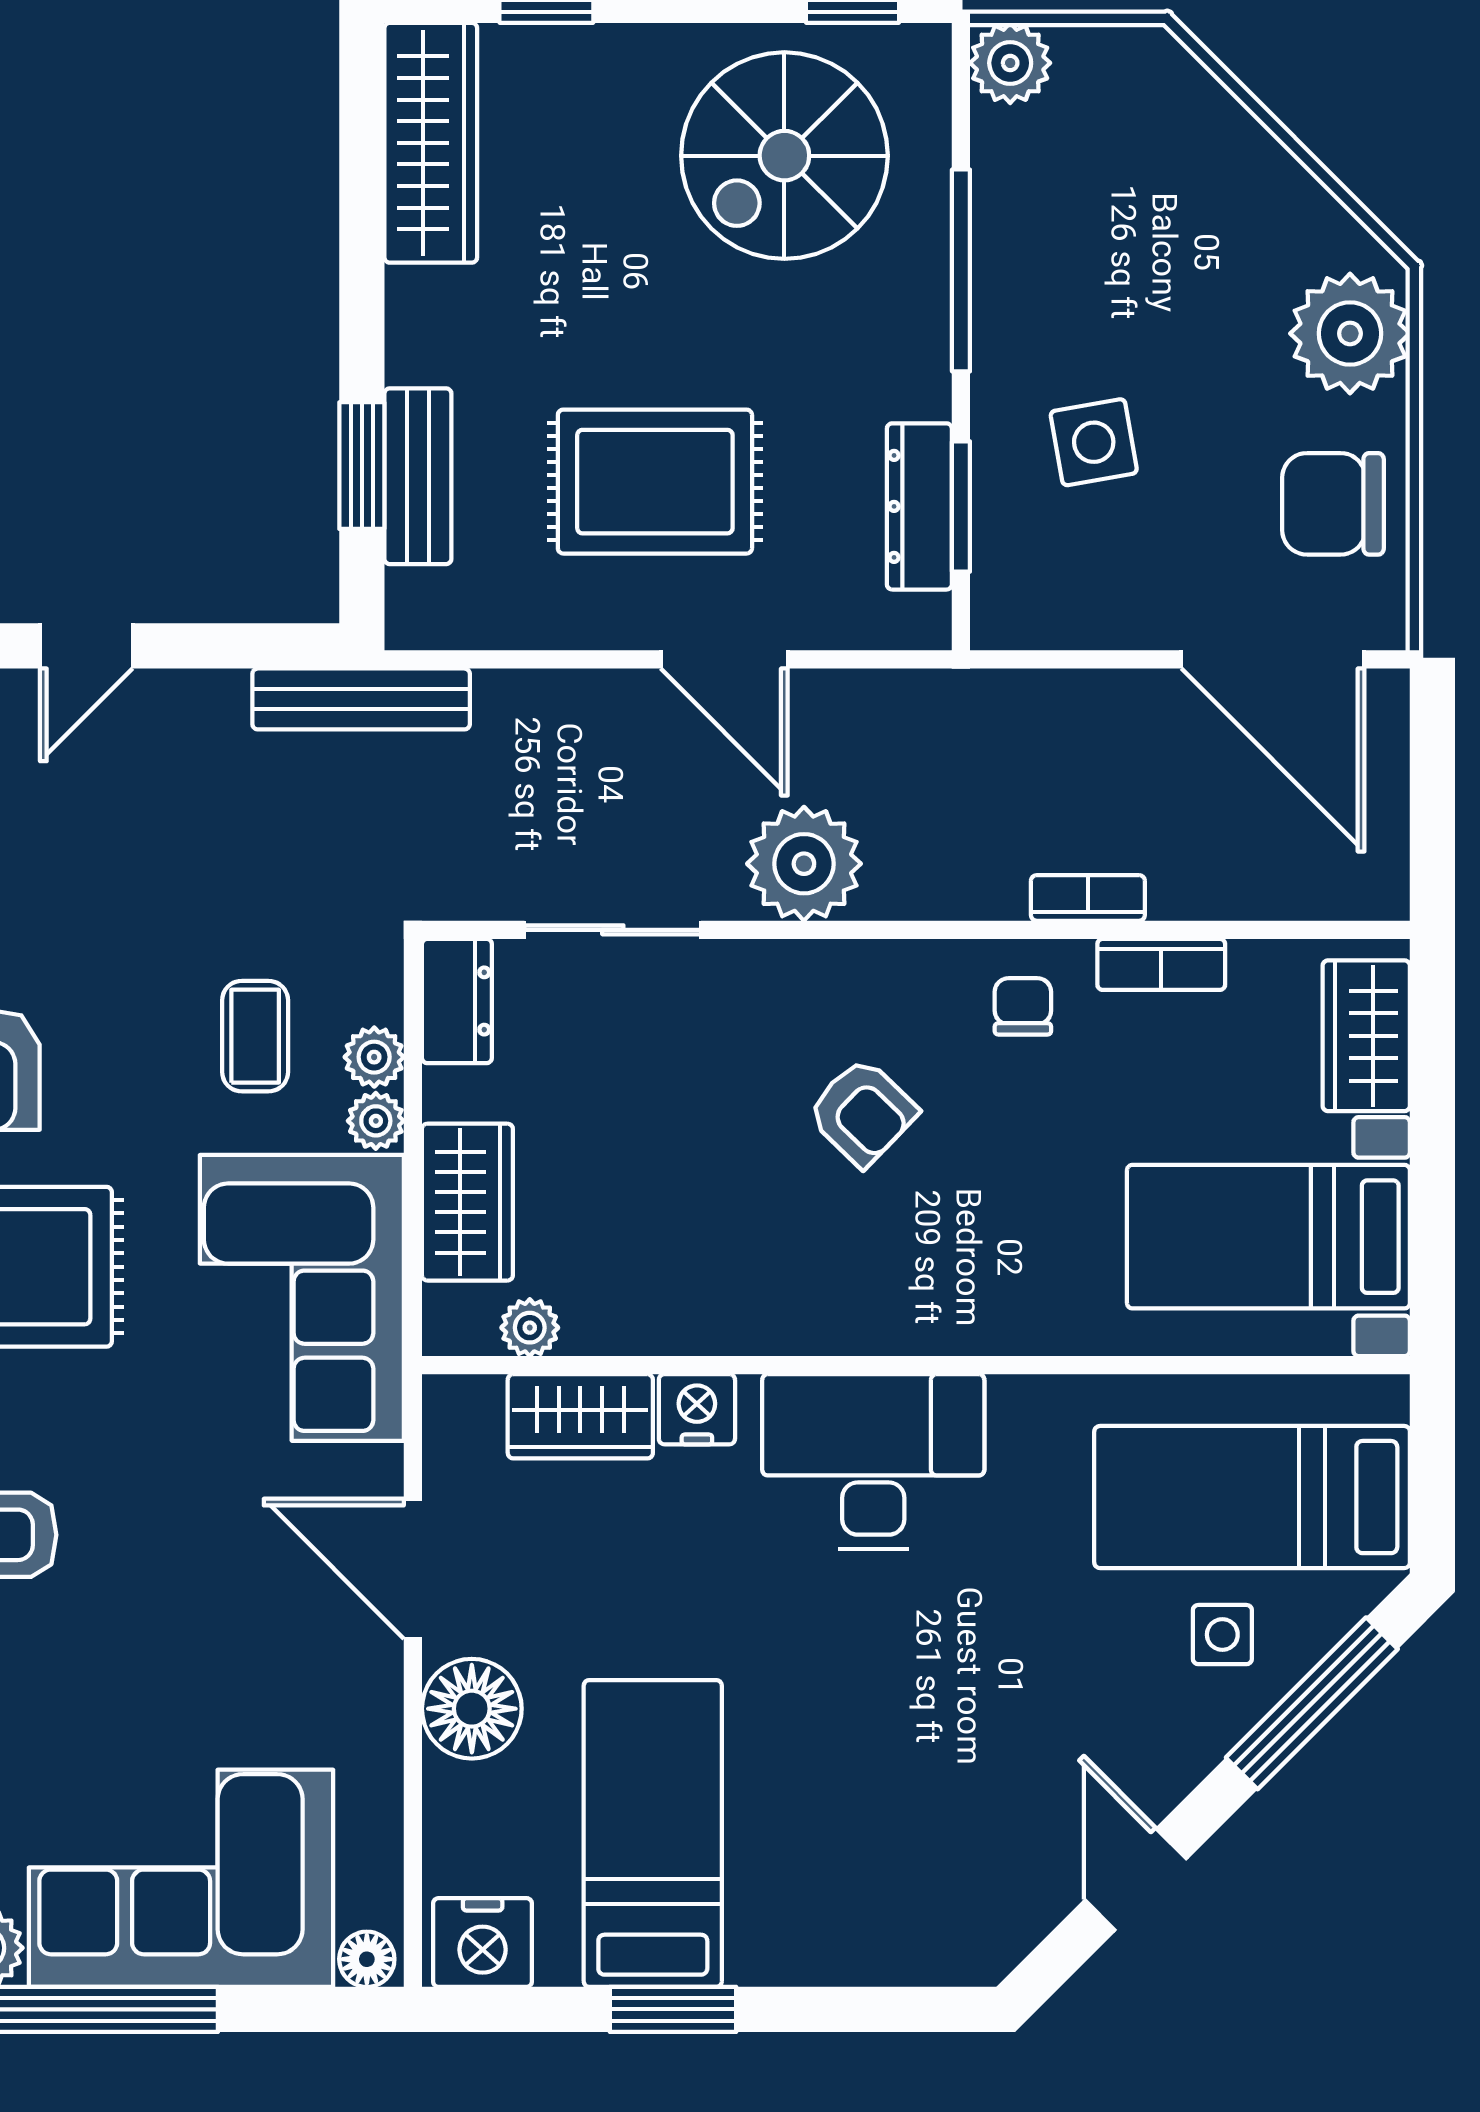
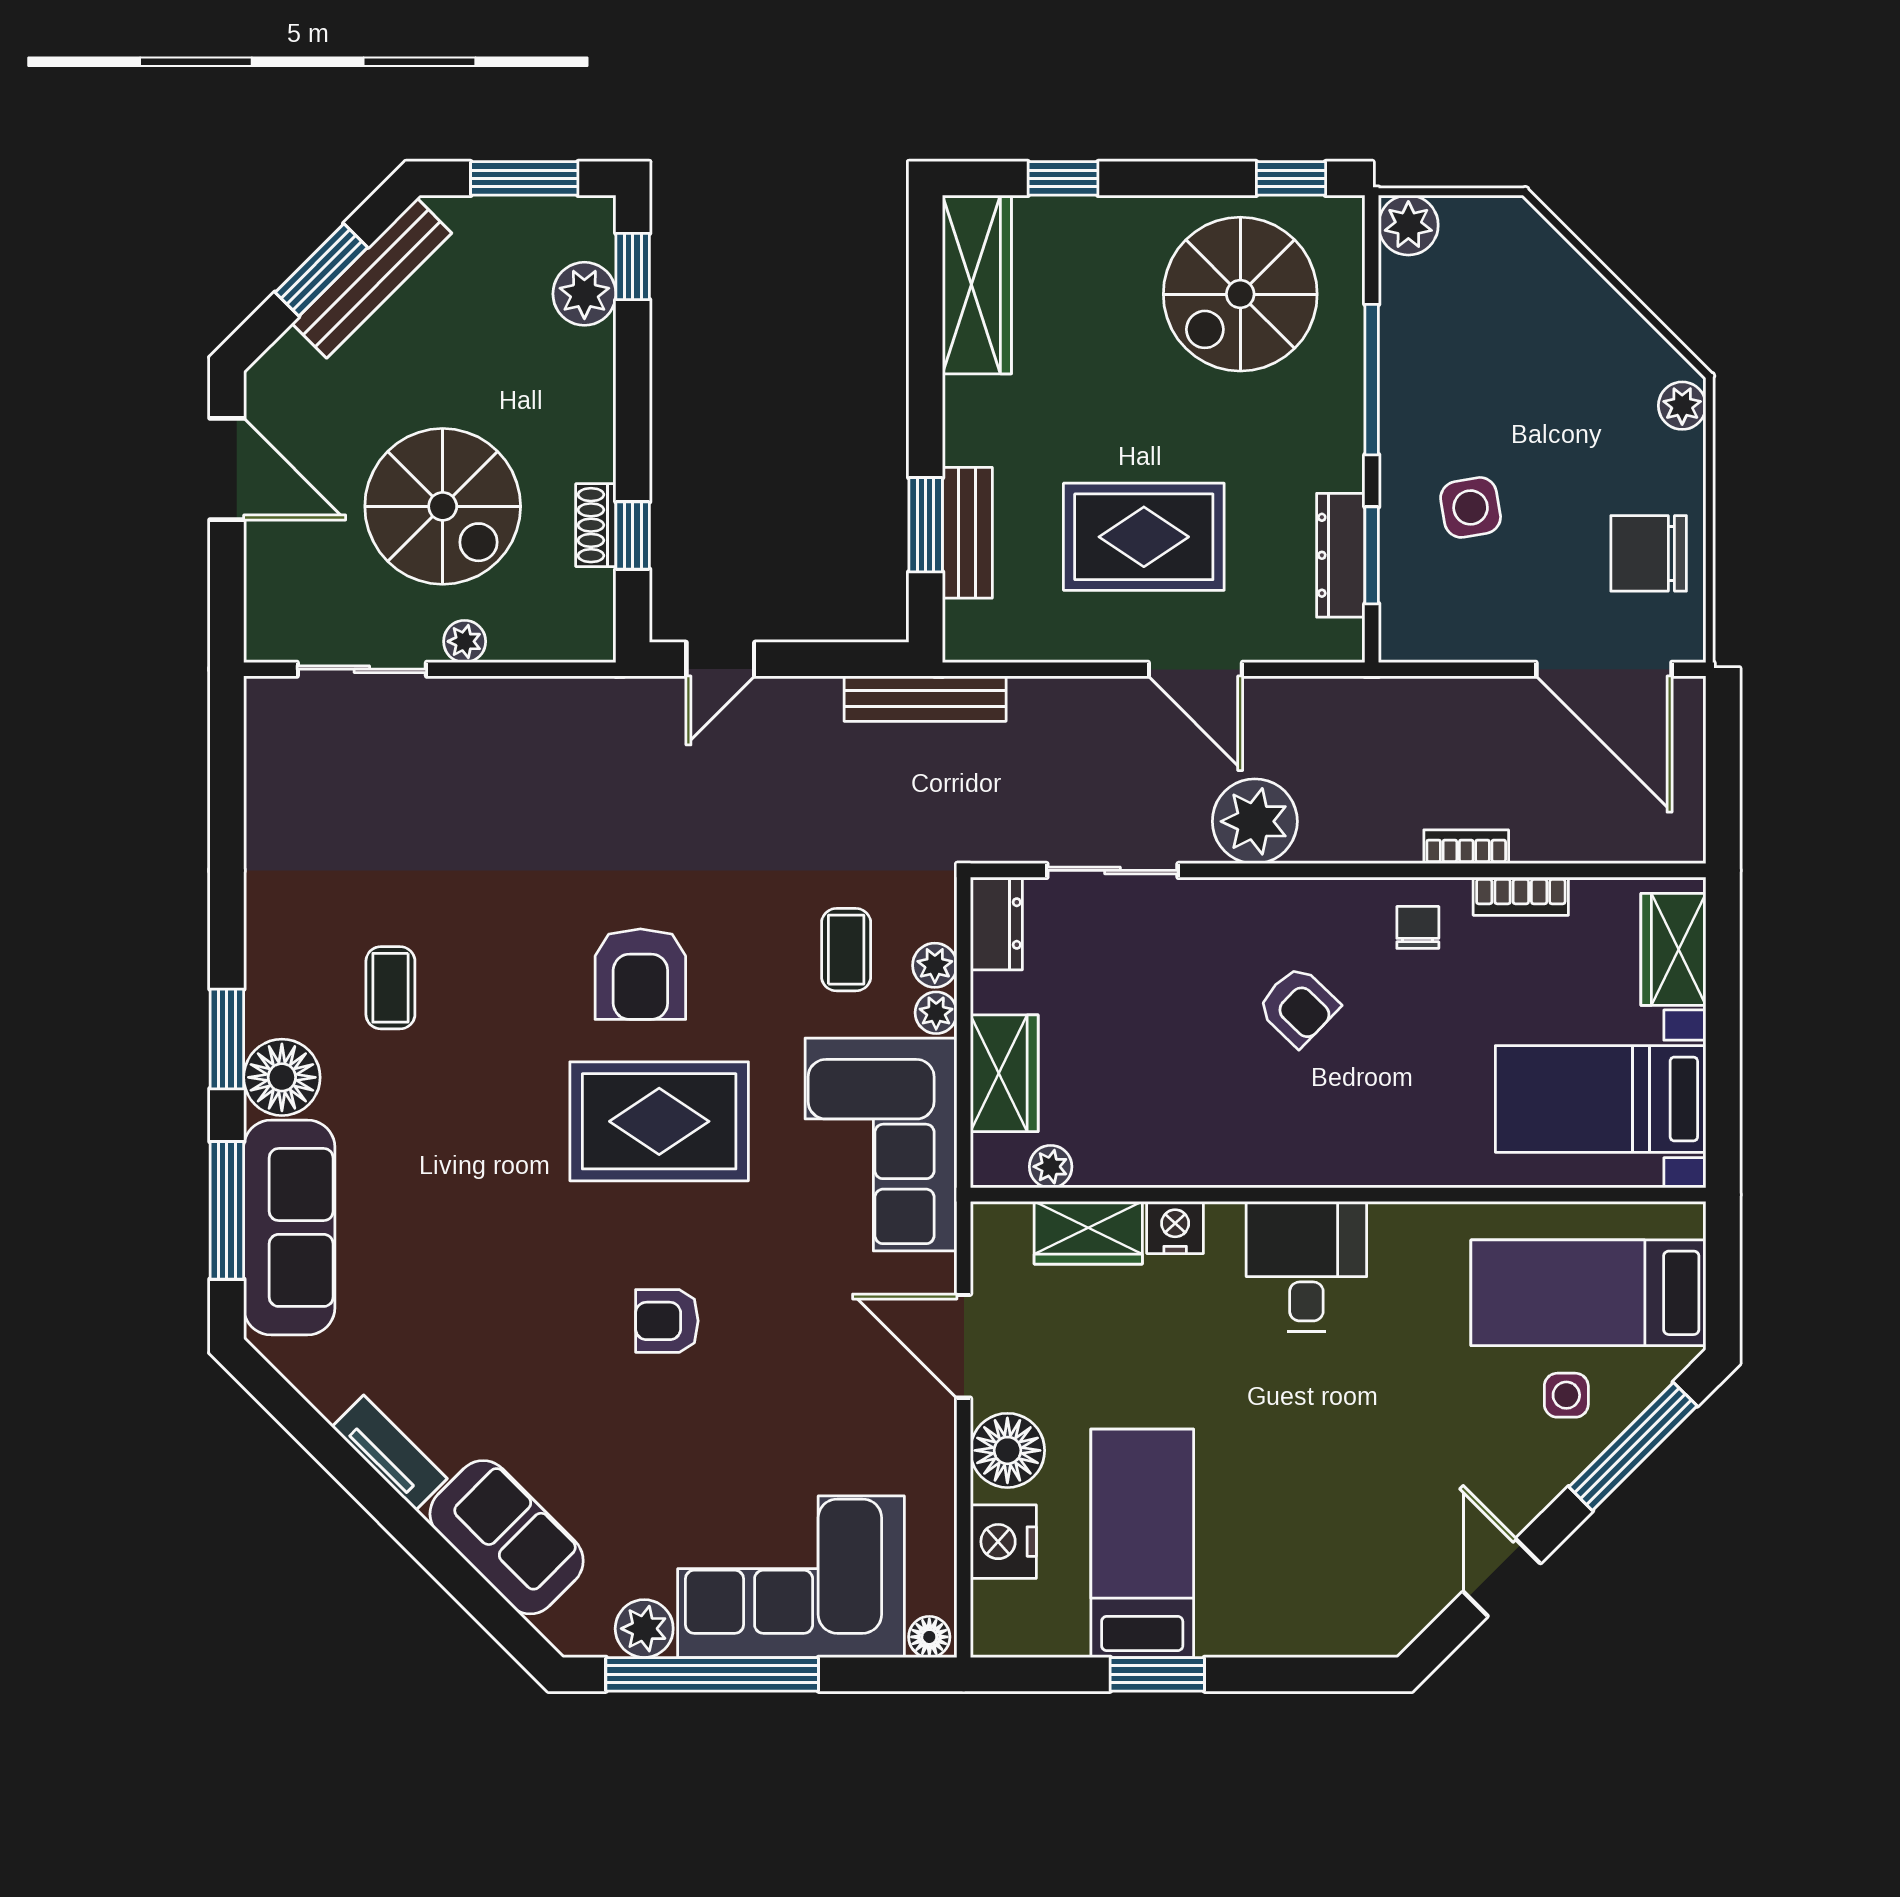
plant: (1350, 333) -> (1682, 406), width x0.53, depth x0.53
desk: (873, 1461) -> (1306, 1266), width x0.73
nightstand: (483, 1943) -> (1003, 1542), moved, turned 90

